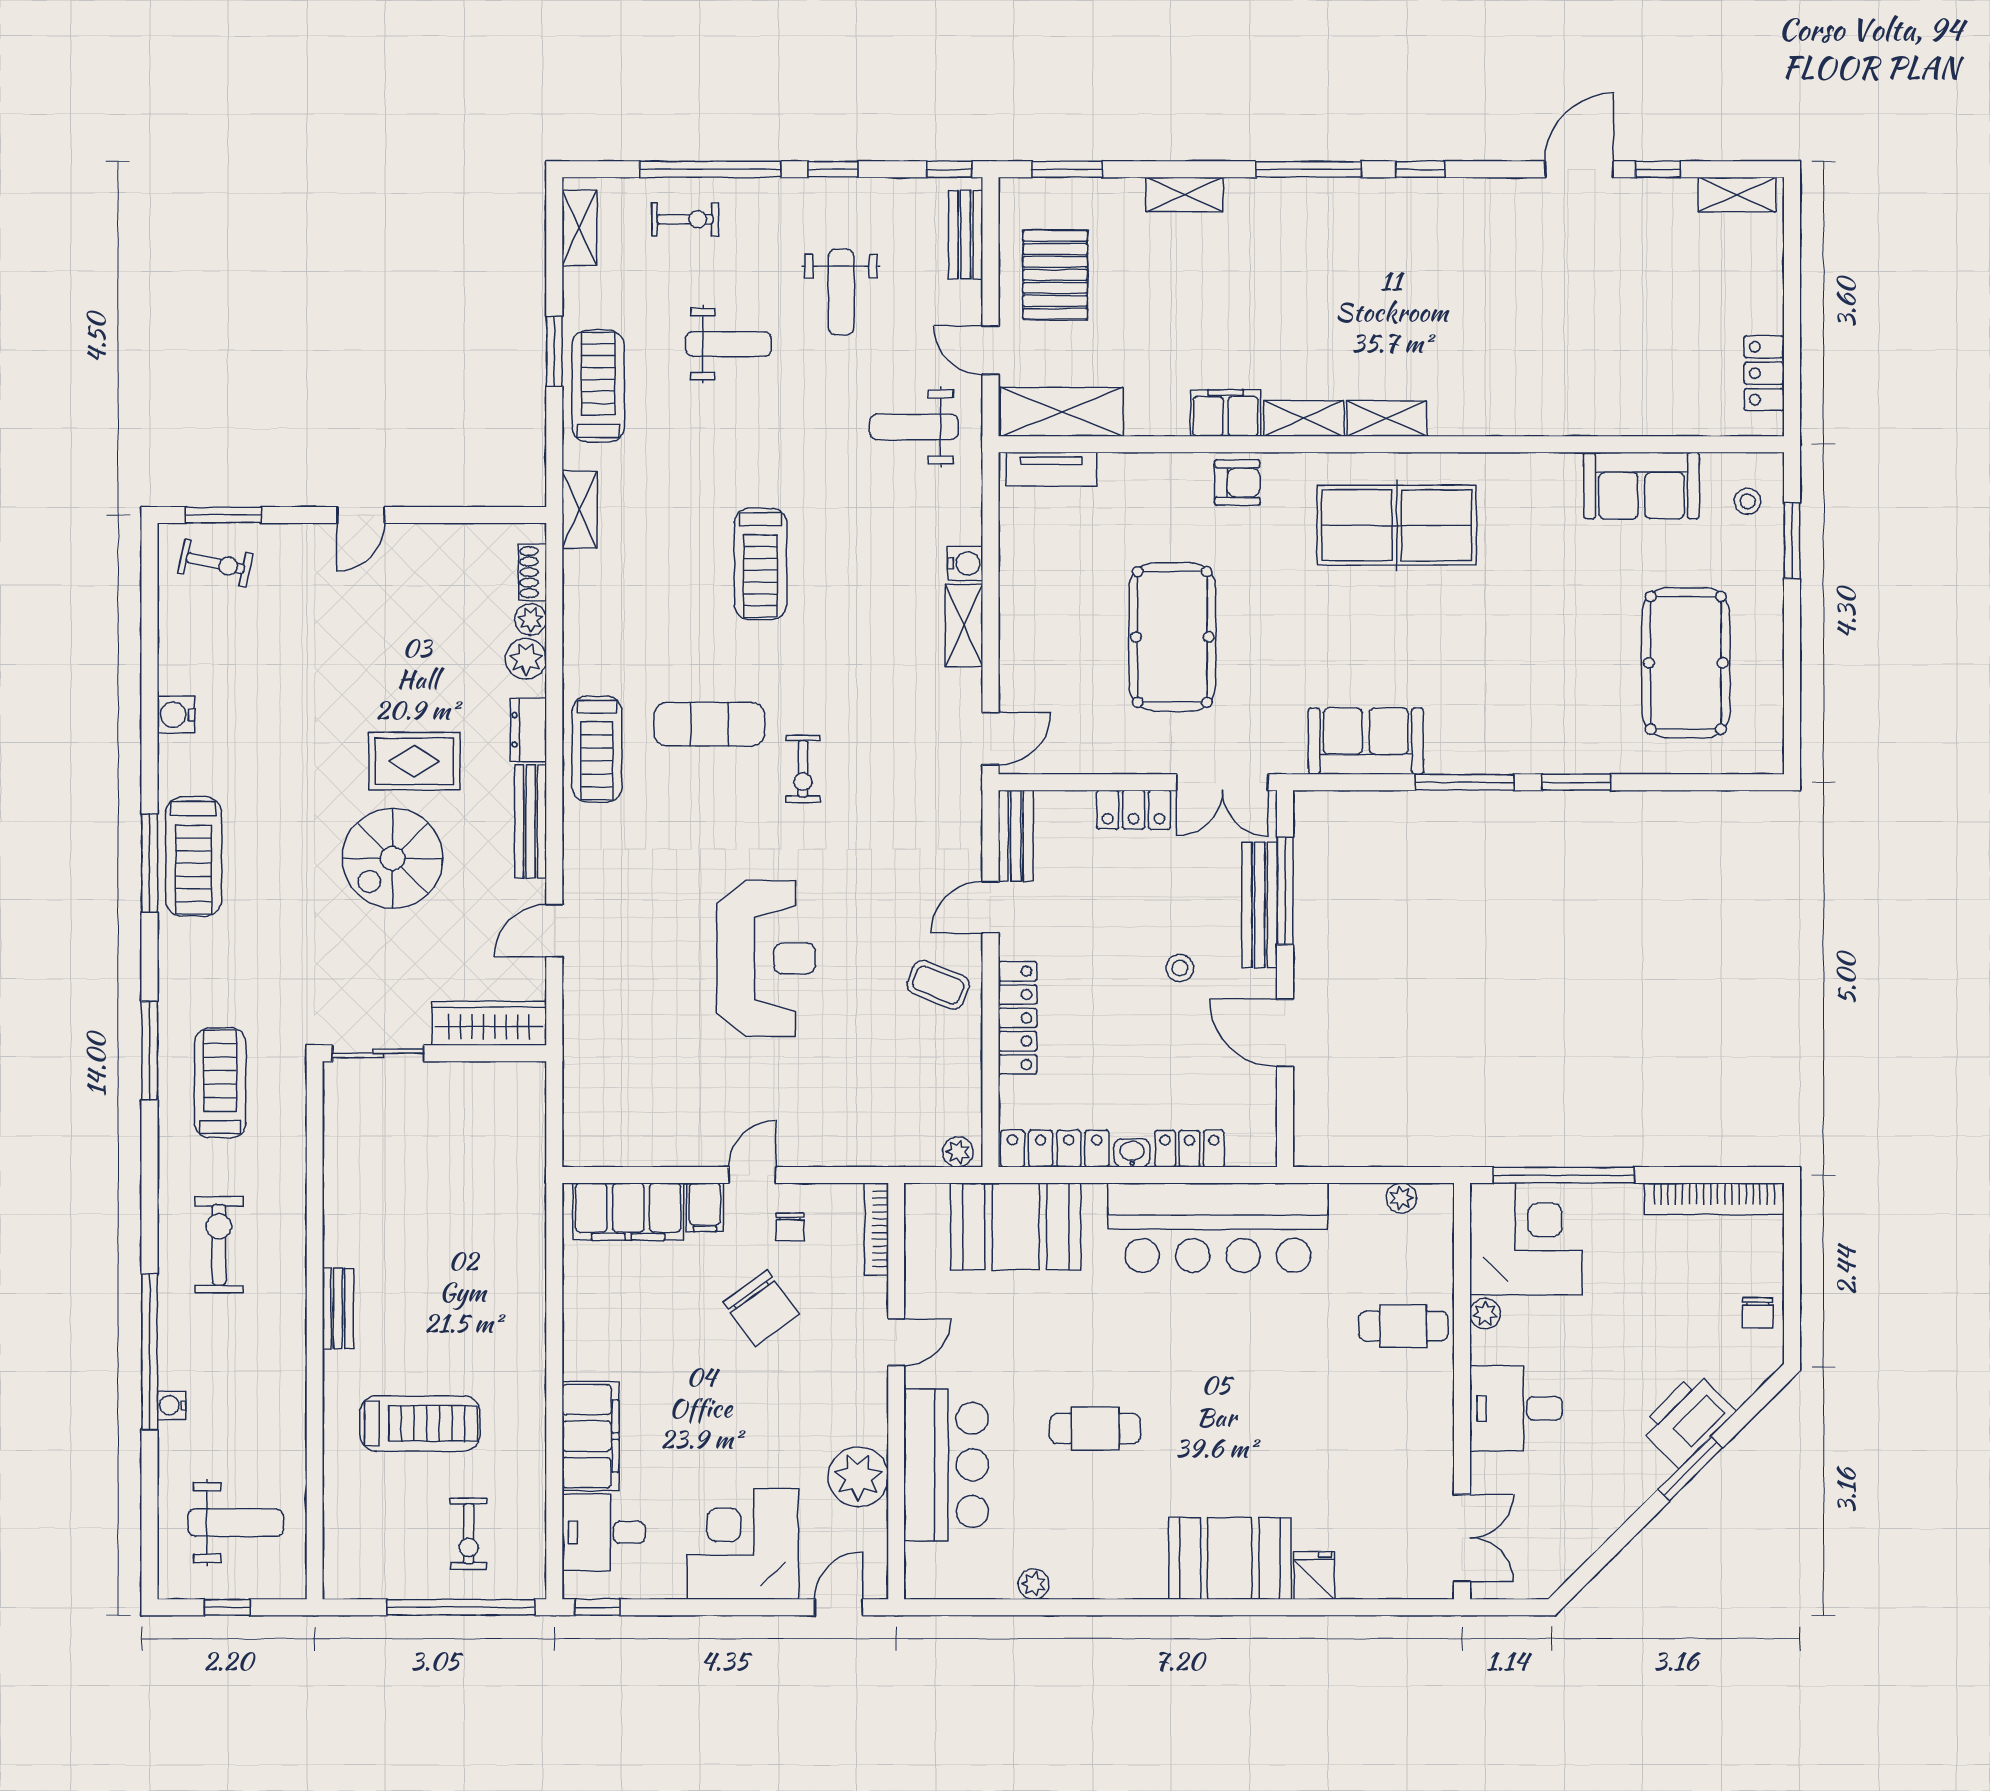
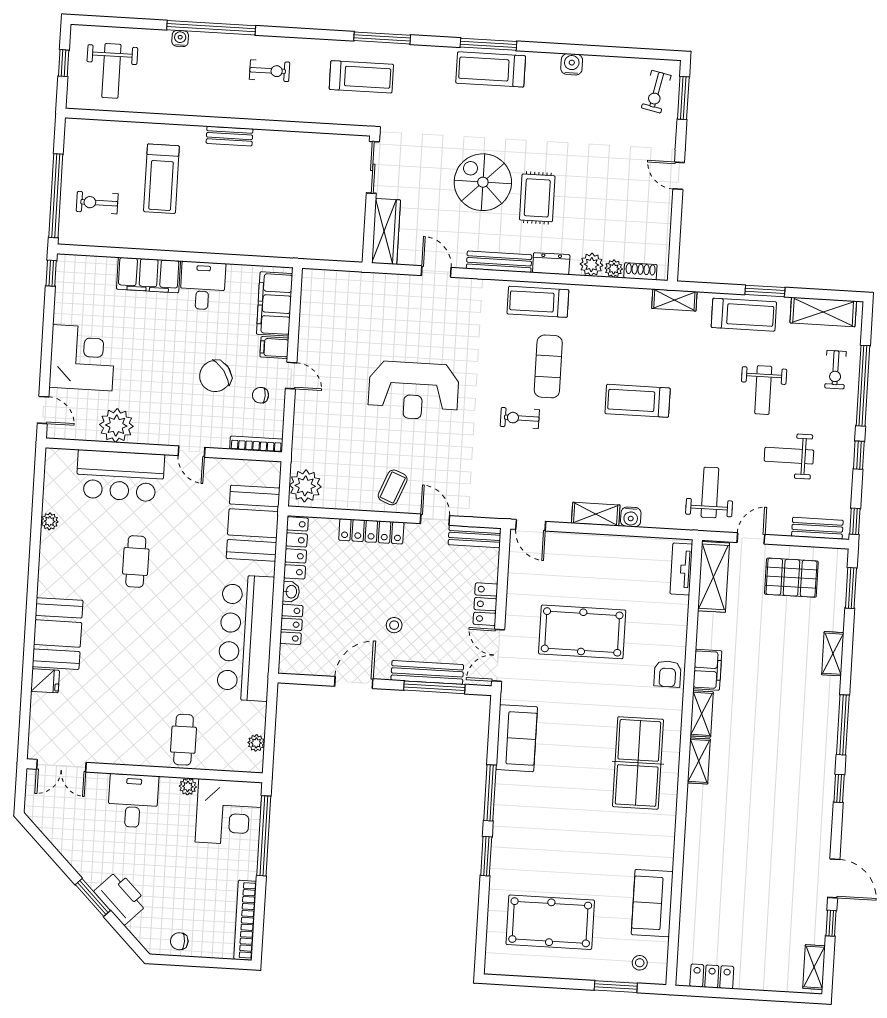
shelving: (579, 228) -> (823, 312), width x1.50, depth x1.33
plant: (958, 1152) -> (305, 486), width x1.88, depth x1.88
exercise bike: (219, 1245) -> (270, 71), width x0.73, depth x0.72
desk: (604, 1532) -> (203, 286), moved

